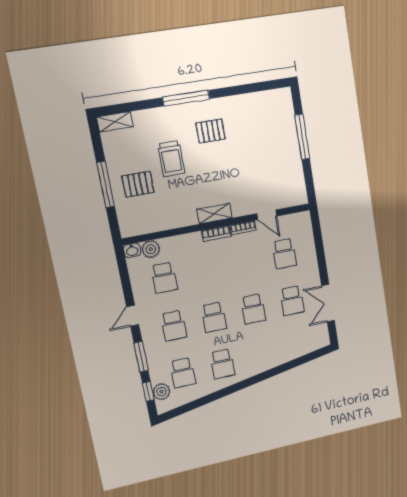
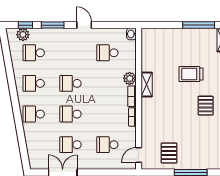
window: (106, 184) -> (199, 25), moved
pallet: (138, 184) -> (169, 153), moved
shelving: (214, 214) -> (147, 85), moved
door: (267, 215) -> (139, 155), moved
plant: (151, 249) -> (130, 78), moved
school desk: (174, 326) -> (34, 114), moved

